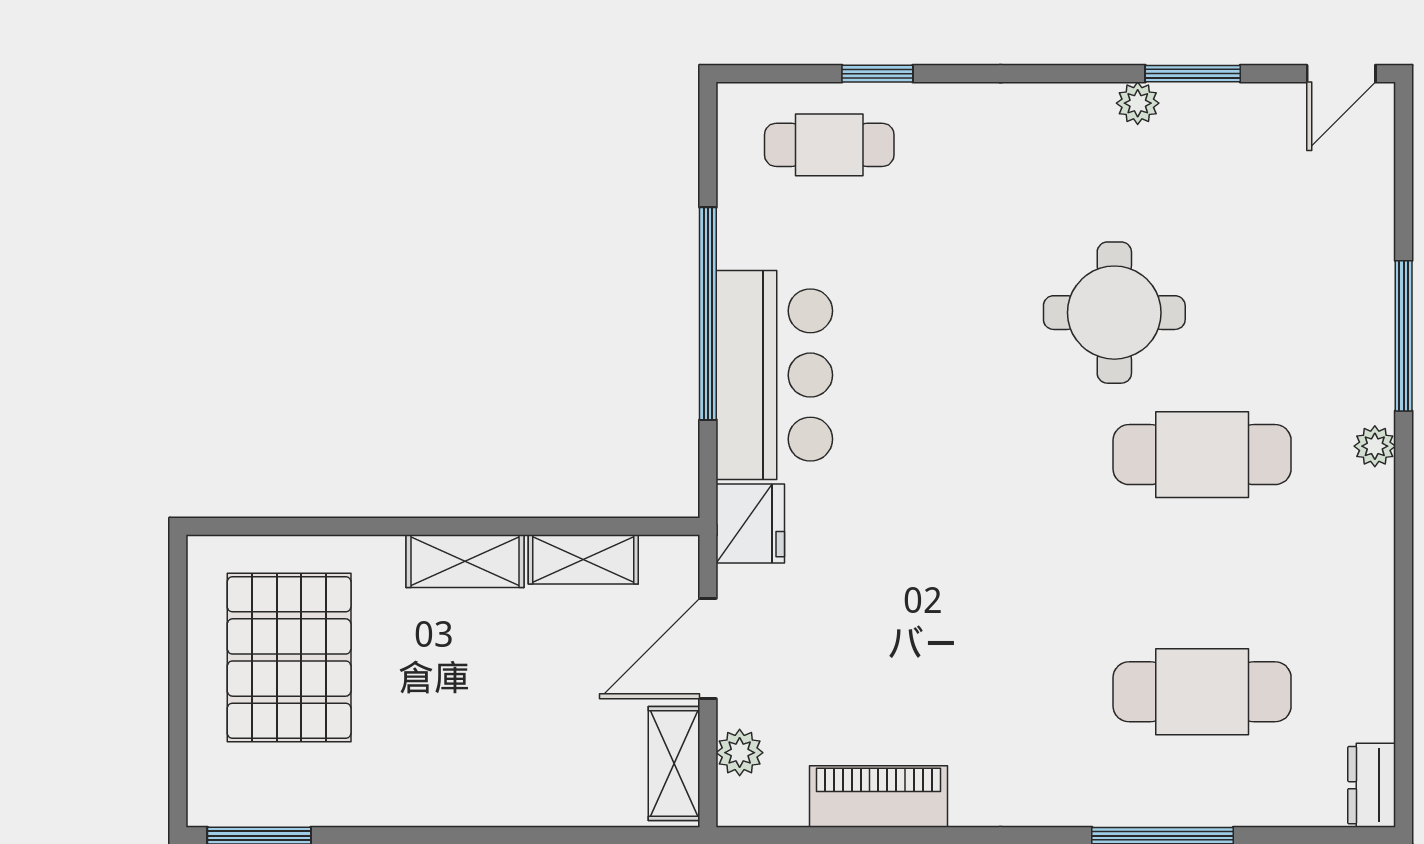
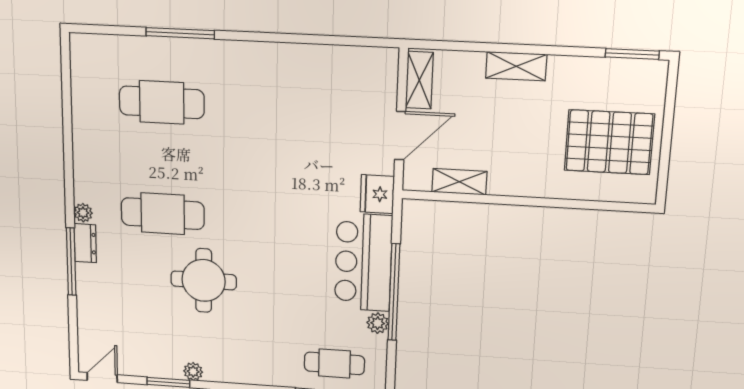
shelving: (465, 561) -> (516, 66), moved
pallet: (289, 658) -> (609, 142), turned 90
plant: (740, 753) -> (378, 323), moved
dresser: (1372, 785) -> (85, 243), moved
piano: (878, 796) -> (319, 59), removed

